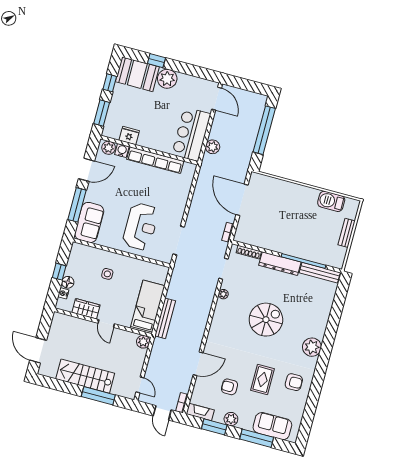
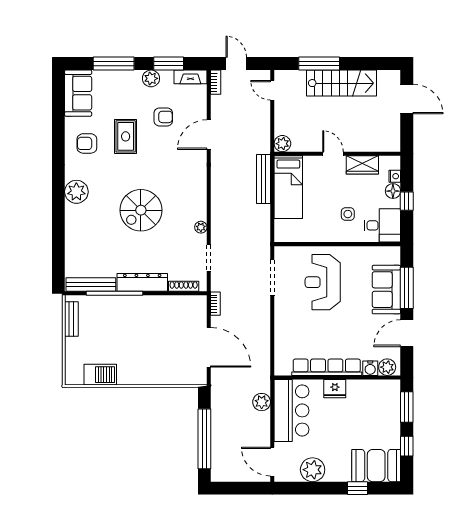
plant: (167, 79) -> (313, 470), moved
fridge: (129, 136) -> (335, 389), moved
sofa: (89, 222) -> (386, 290), moved
bench: (347, 233) -> (71, 319), moved
desk: (83, 258) -> (382, 225), added
sofa: (272, 426) -> (78, 93), moved, turned -90

